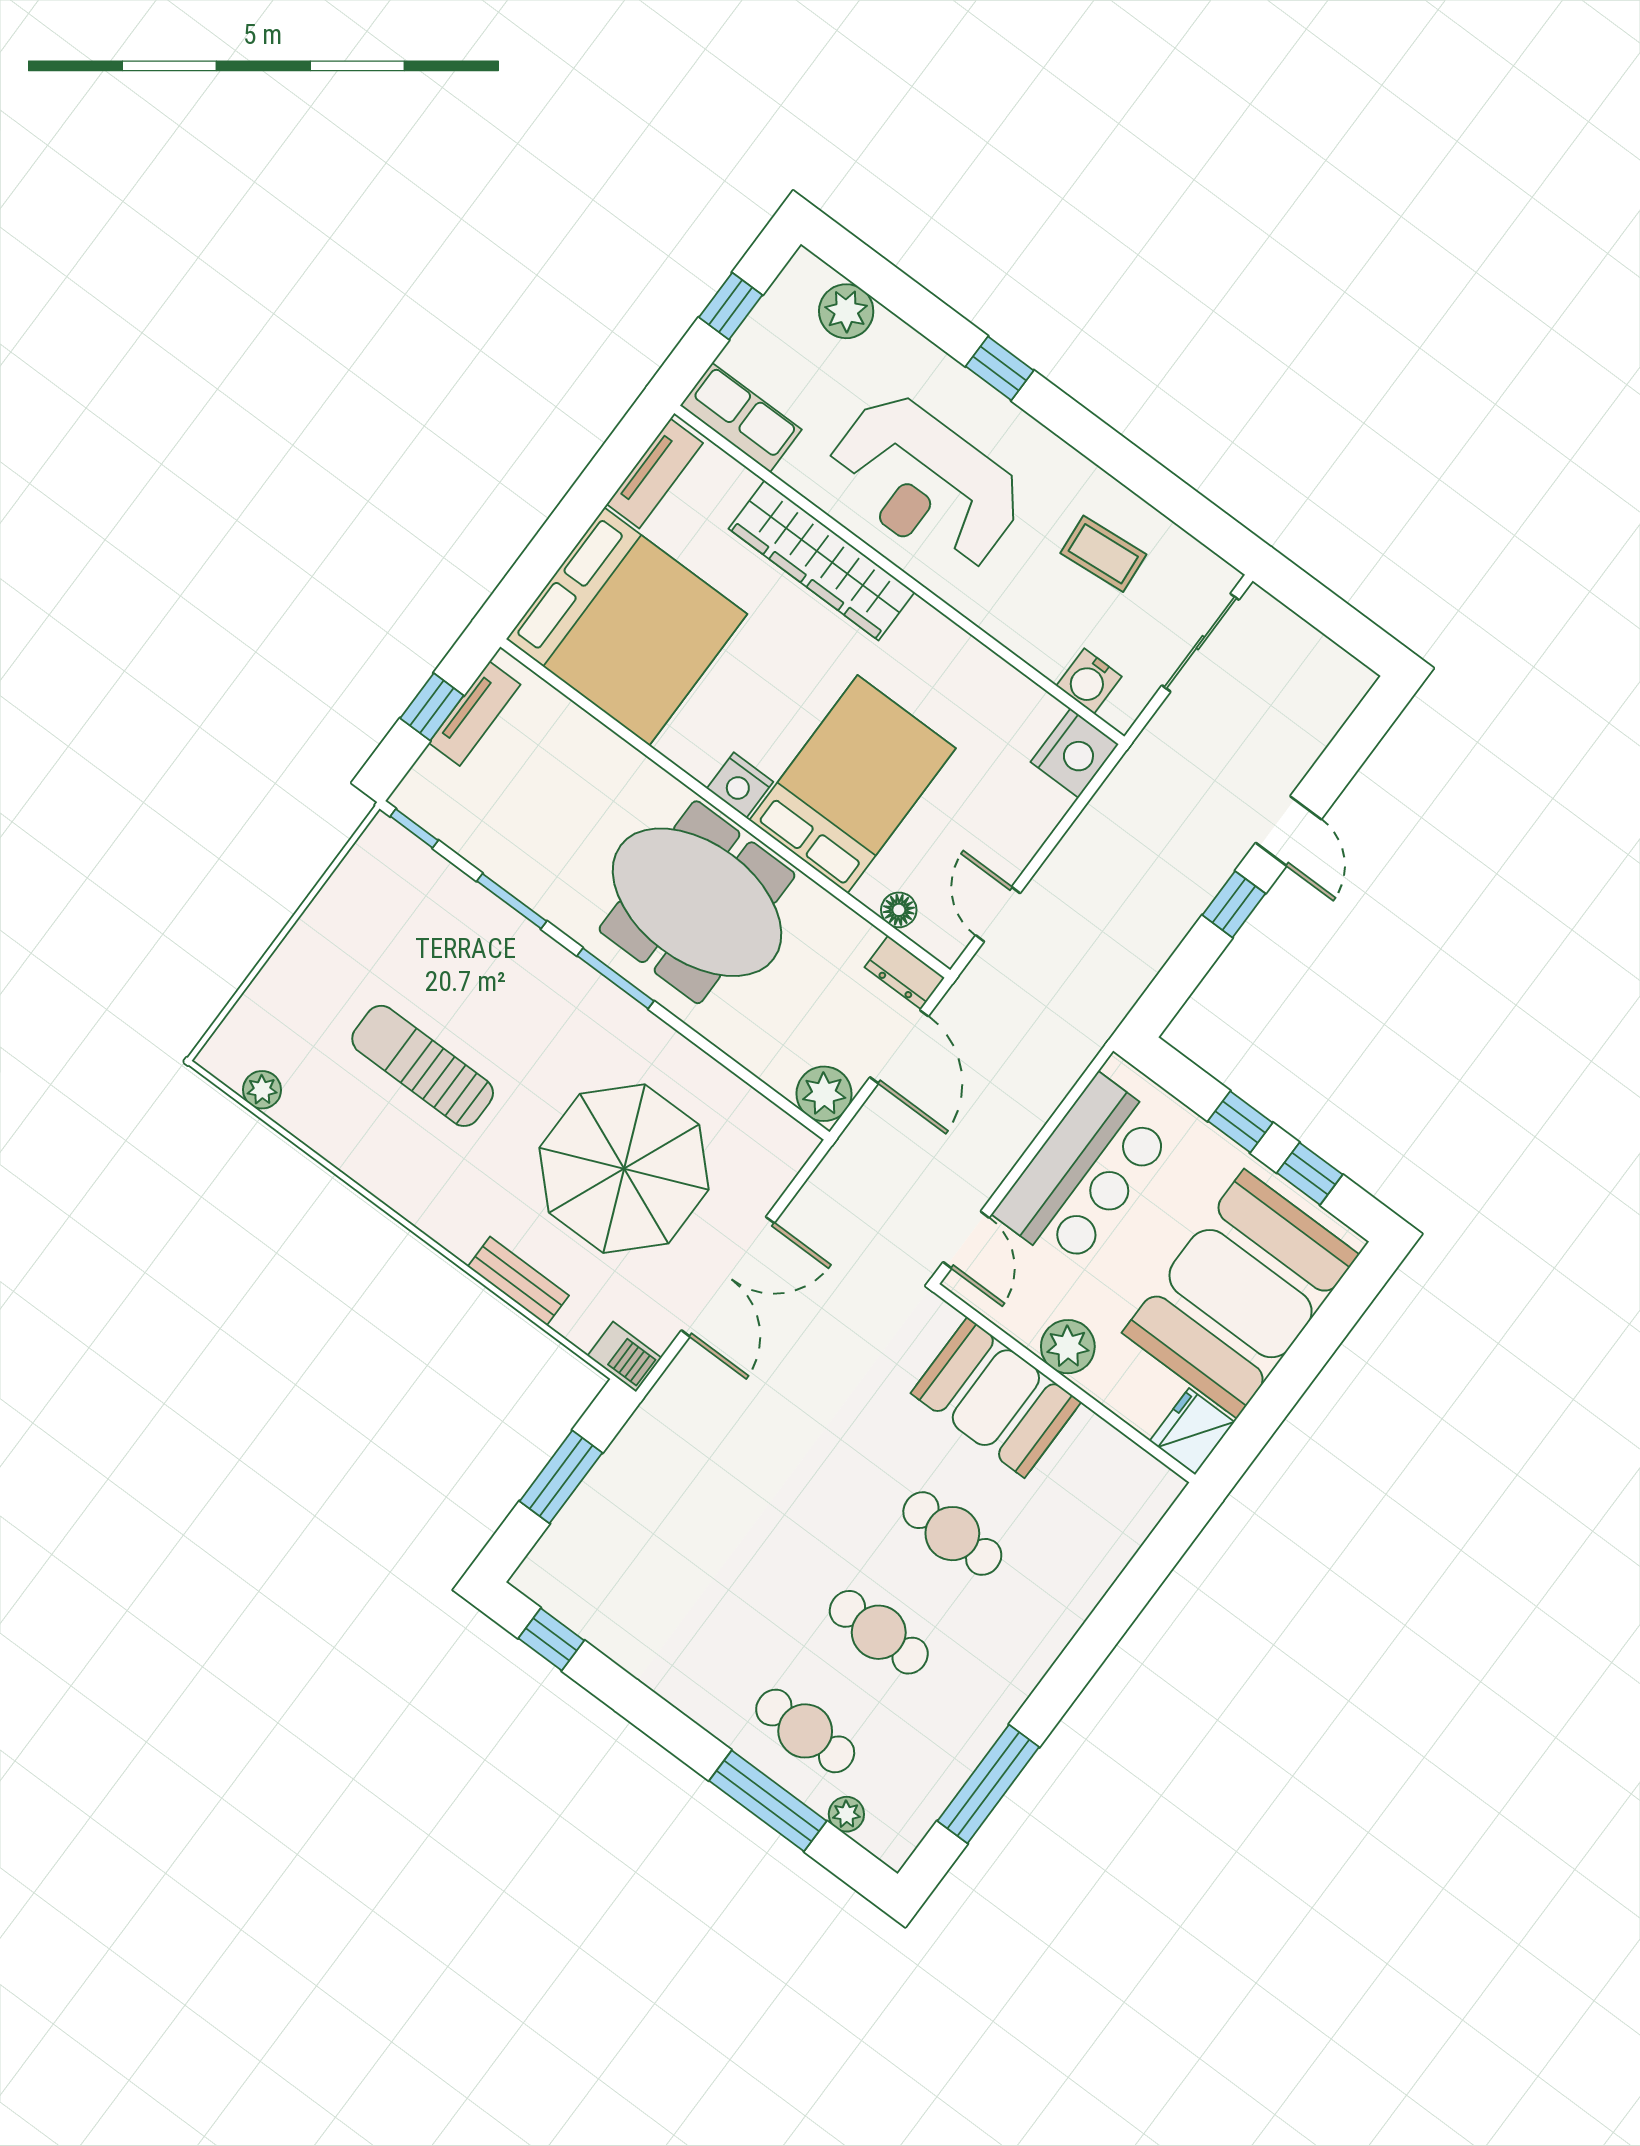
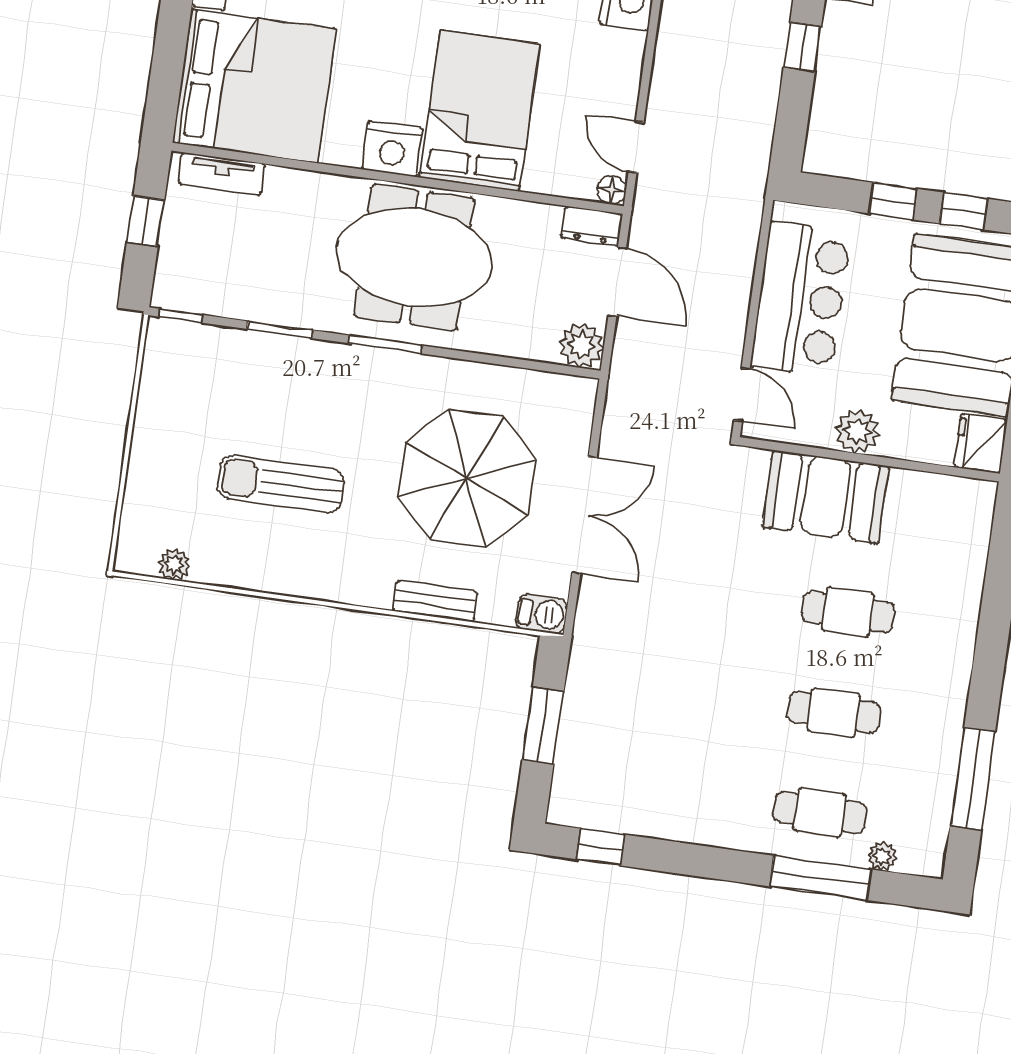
tv unit: (475, 714) -> (222, 174), moved, turned 90
nightstand: (740, 785) -> (392, 149), width x1.36, depth x1.33
floor lamp: (899, 910) -> (612, 190), moved

